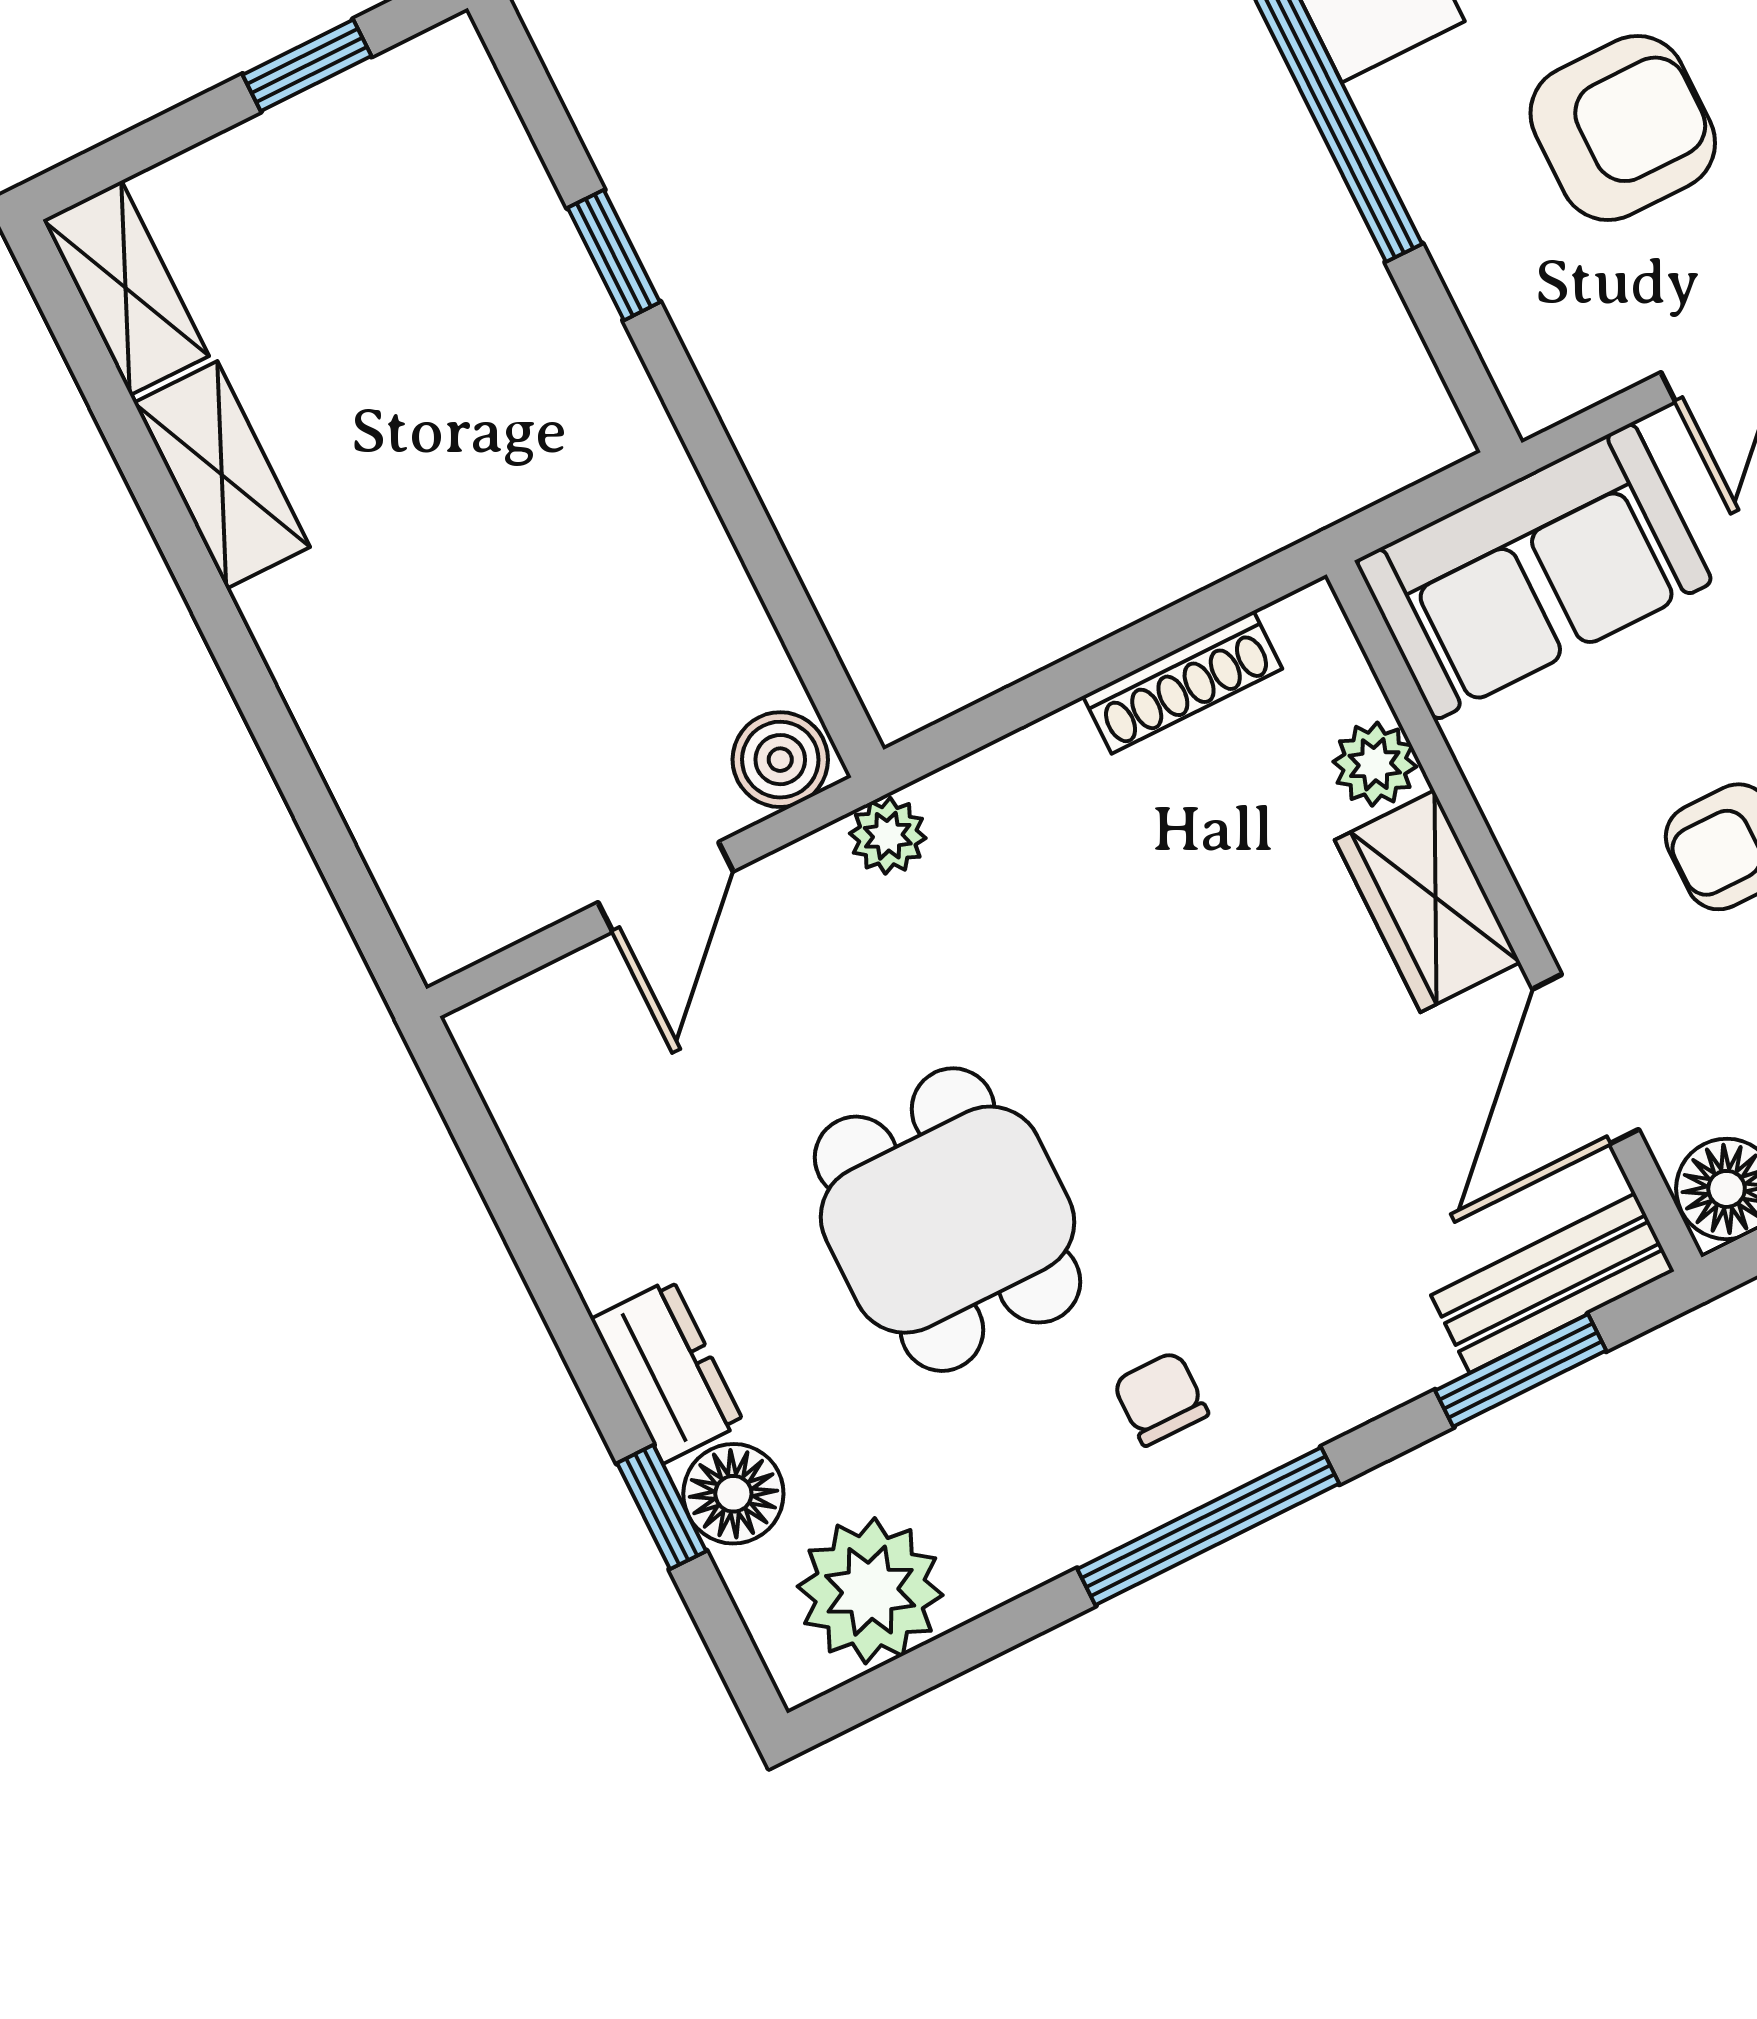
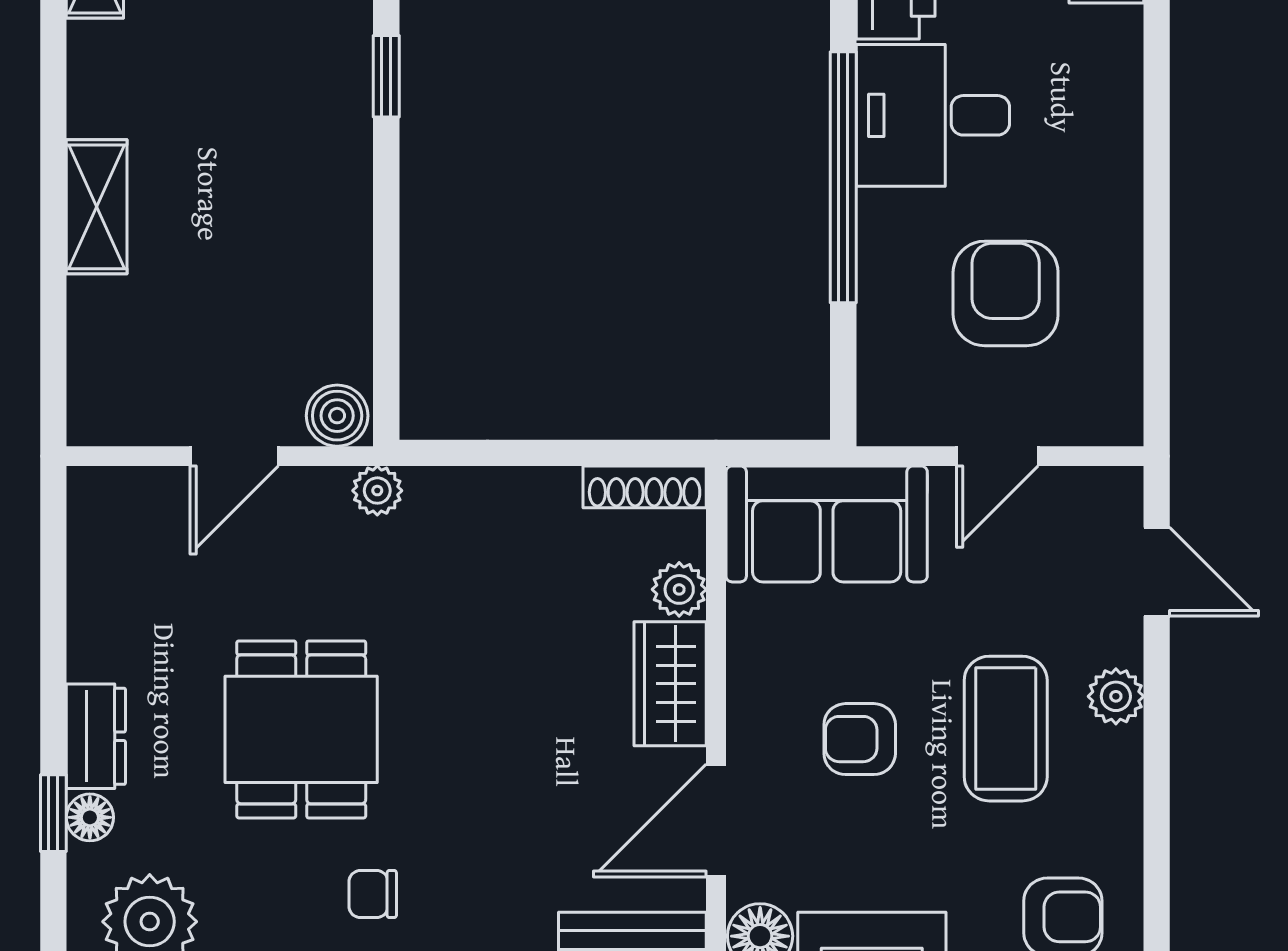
armchair: (1623, 128) -> (1006, 293), turned -90
shelving: (222, 475) -> (97, 207), moved
shoe rack: (1183, 682) -> (645, 487), moved
chair: (1161, 1398) -> (373, 894), turned -90
floor lamp: (733, 1494) -> (90, 817), width x0.73, depth x0.73

